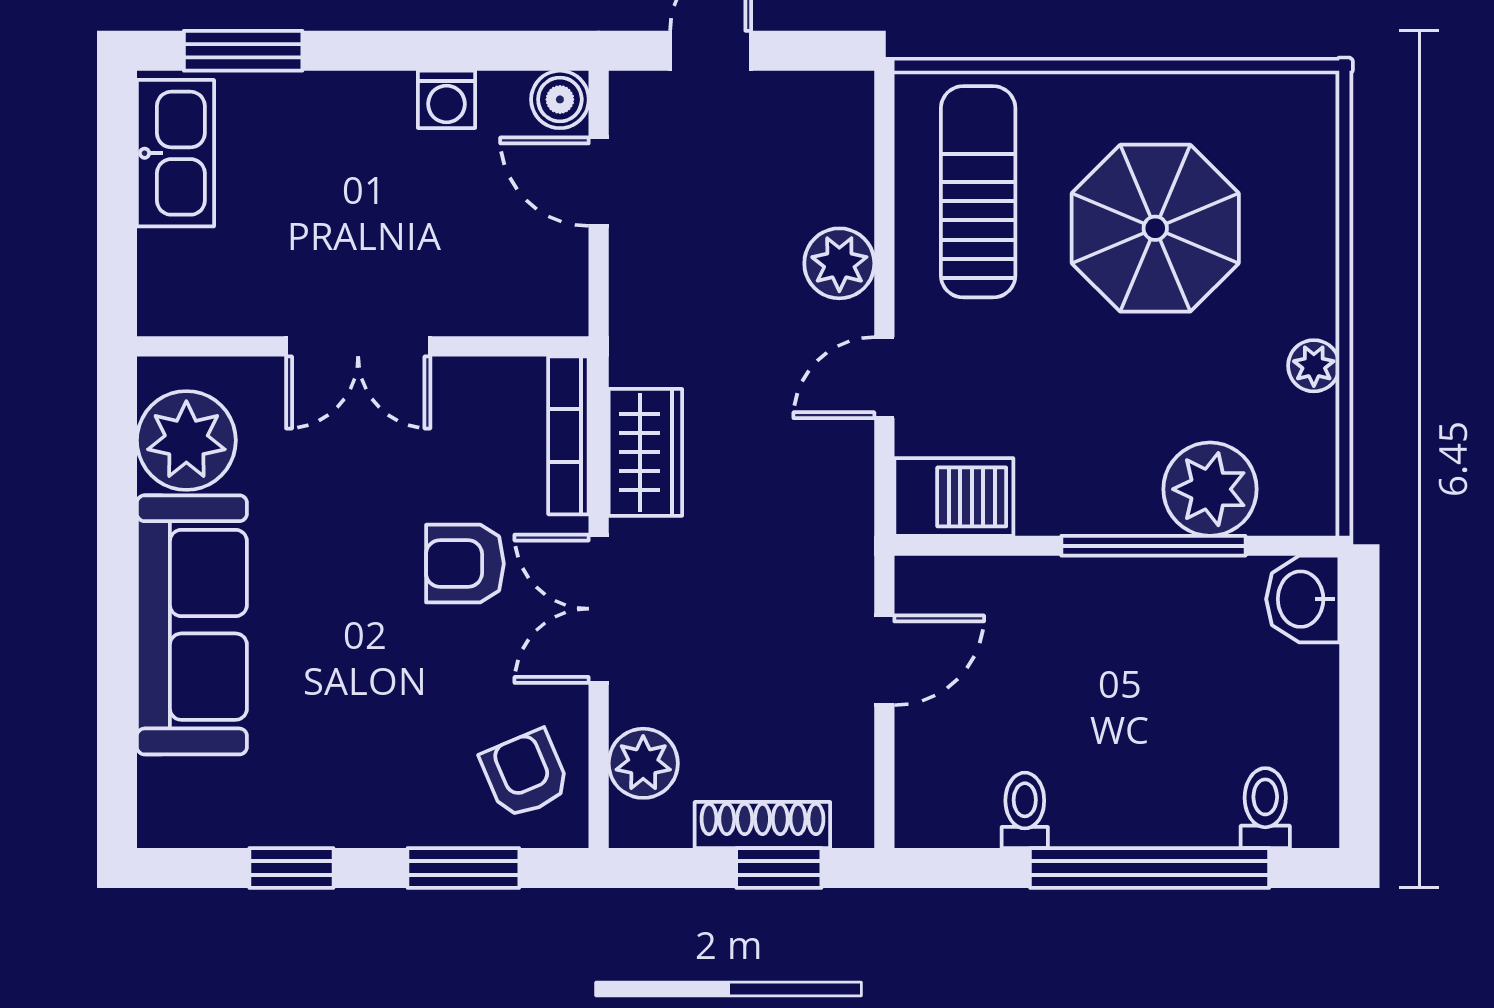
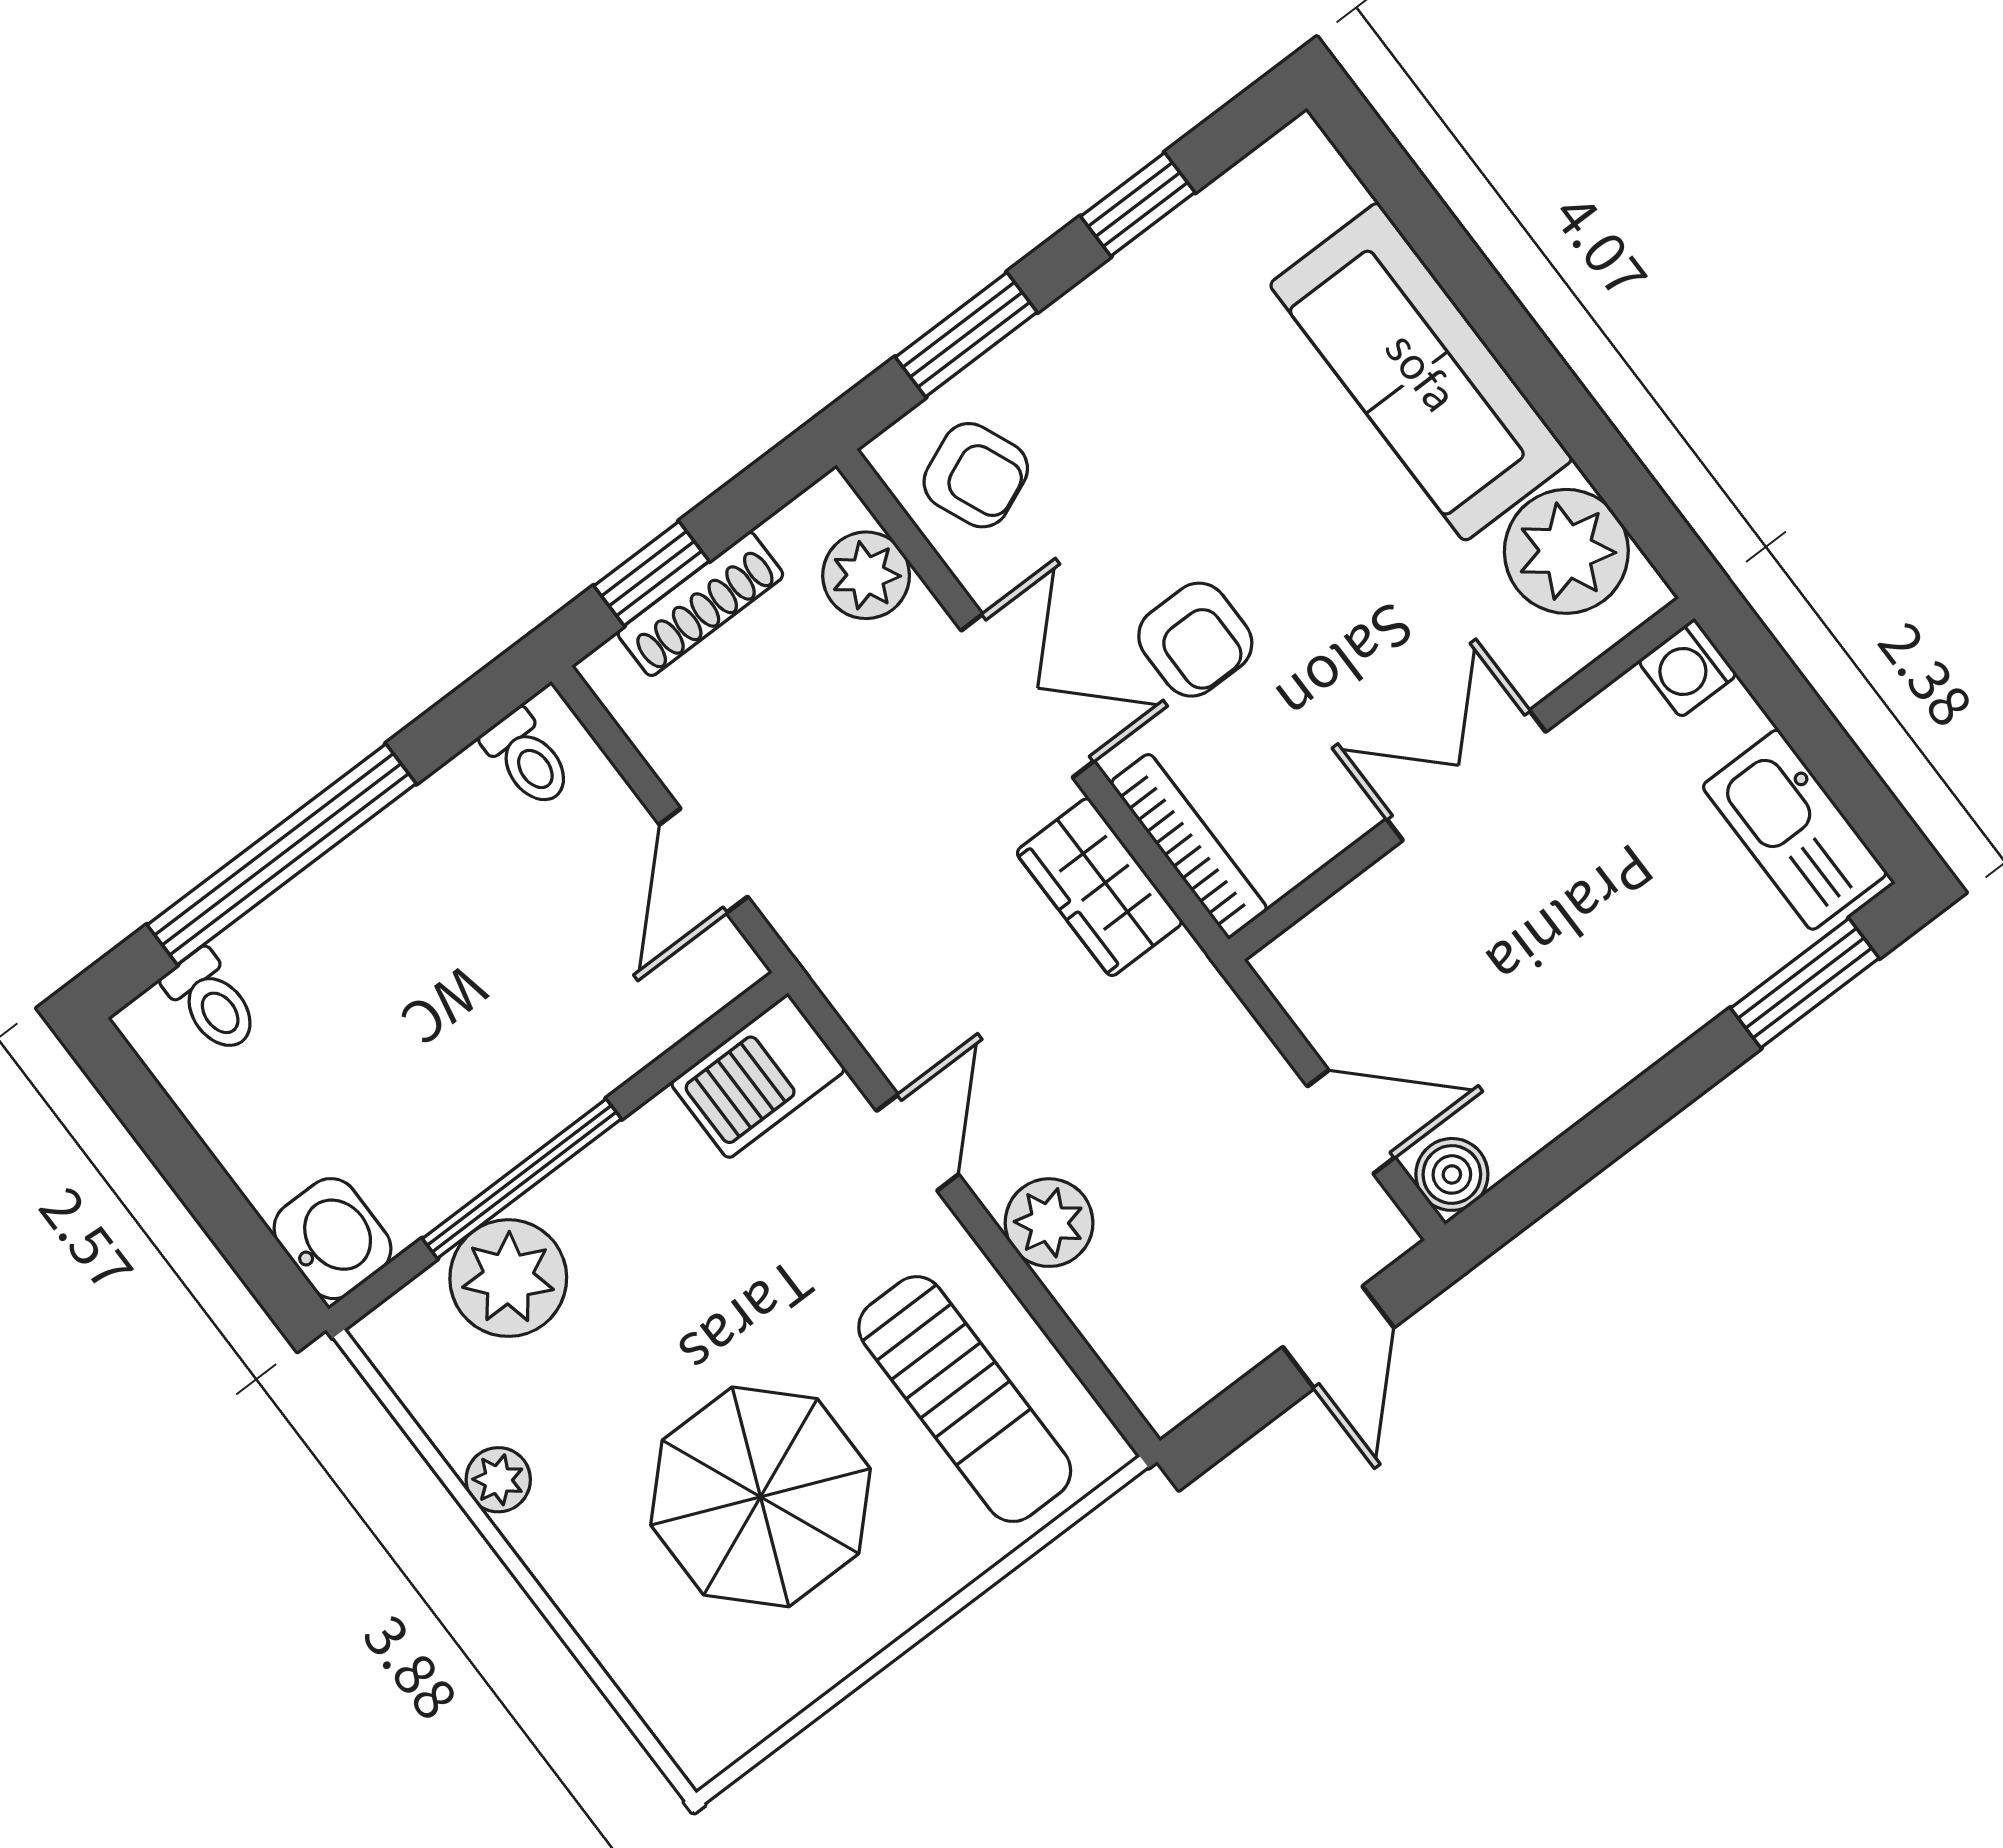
washing machine: (446, 99) -> (1688, 668), moved, turned -90
armchair: (465, 564) -> (1195, 640), turned 90
toilet: (1025, 810) -> (527, 758), moved

